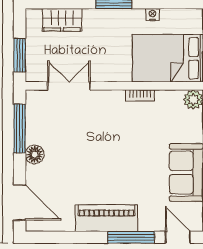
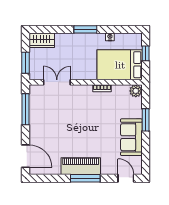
wardrobe: (62, 20) -> (42, 40), moved
floor lamp: (35, 154) -> (35, 126), removed
window: (131, 237) -> (85, 178), moved

